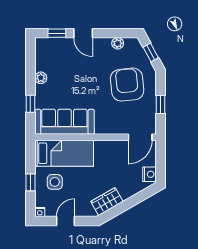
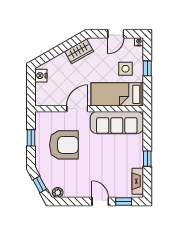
plant: (118, 43) -> (58, 193), moved
fireplace: (41, 56) -> (138, 181), added
plant: (41, 78) -> (138, 162), removed
armchair: (127, 85) -> (64, 145), moved, turned -84
window: (30, 104) -> (147, 159), moved
door: (140, 137) -> (77, 109), moved

